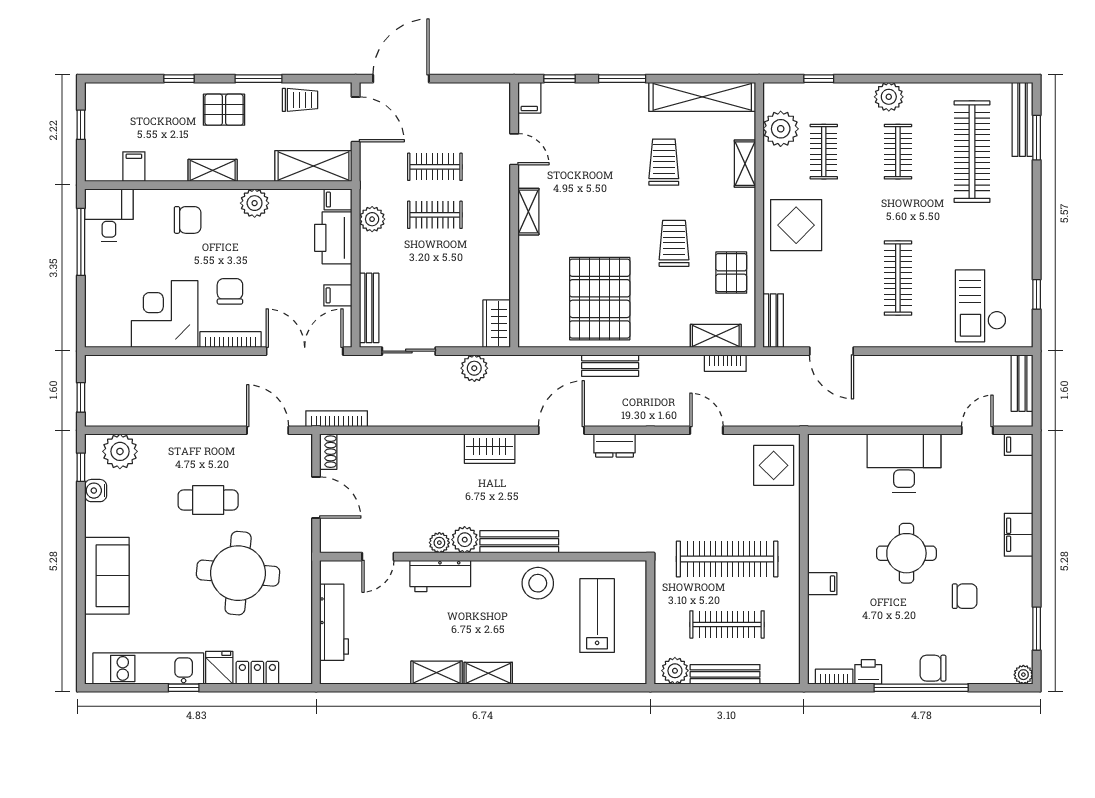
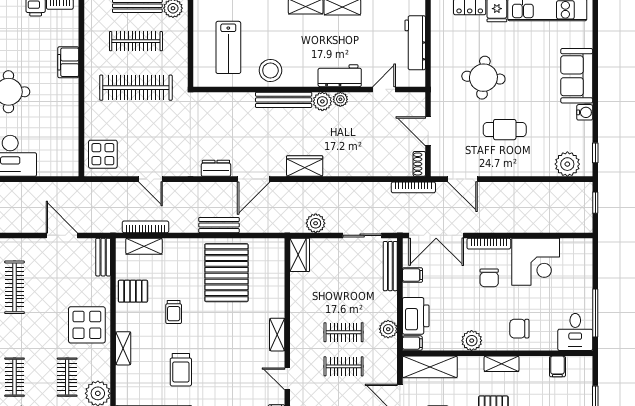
shelving: (745, 164) -> (123, 348), moved
trolley: (674, 243) -> (174, 312), width x0.73, depth x0.72
pallet: (731, 273) -> (133, 291), turned 90
bookcase: (725, 363) -> (145, 227), width x1.56
water cooler: (96, 491) -> (585, 112), moved
round table: (238, 573) -> (483, 78), width x0.73, depth x0.73
filing cabinet: (822, 584) -> (68, 62), width x2.00

